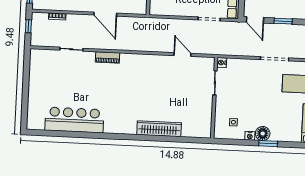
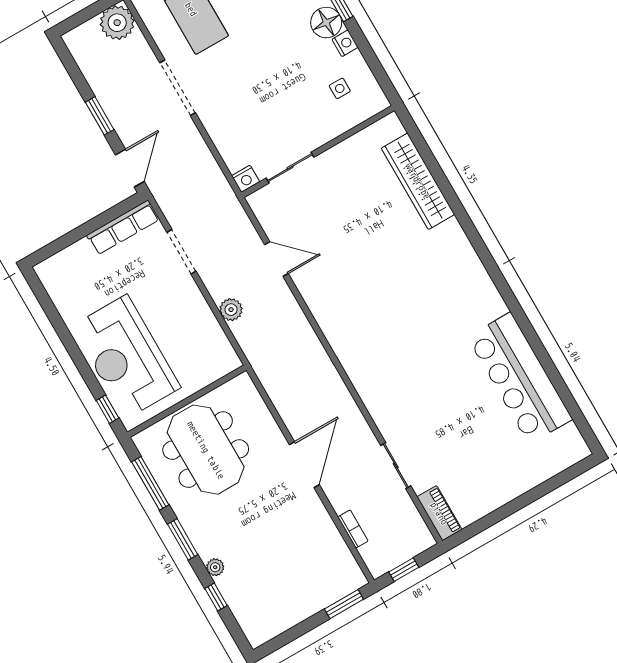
door: (105, 14) -> (304, 465), moved
plant: (174, 24) -> (231, 310), added
door: (182, 54) -> (276, 259), swing flipped
piano: (108, 57) -> (439, 513), moved
wardrobe: (159, 129) -> (418, 181), moved

